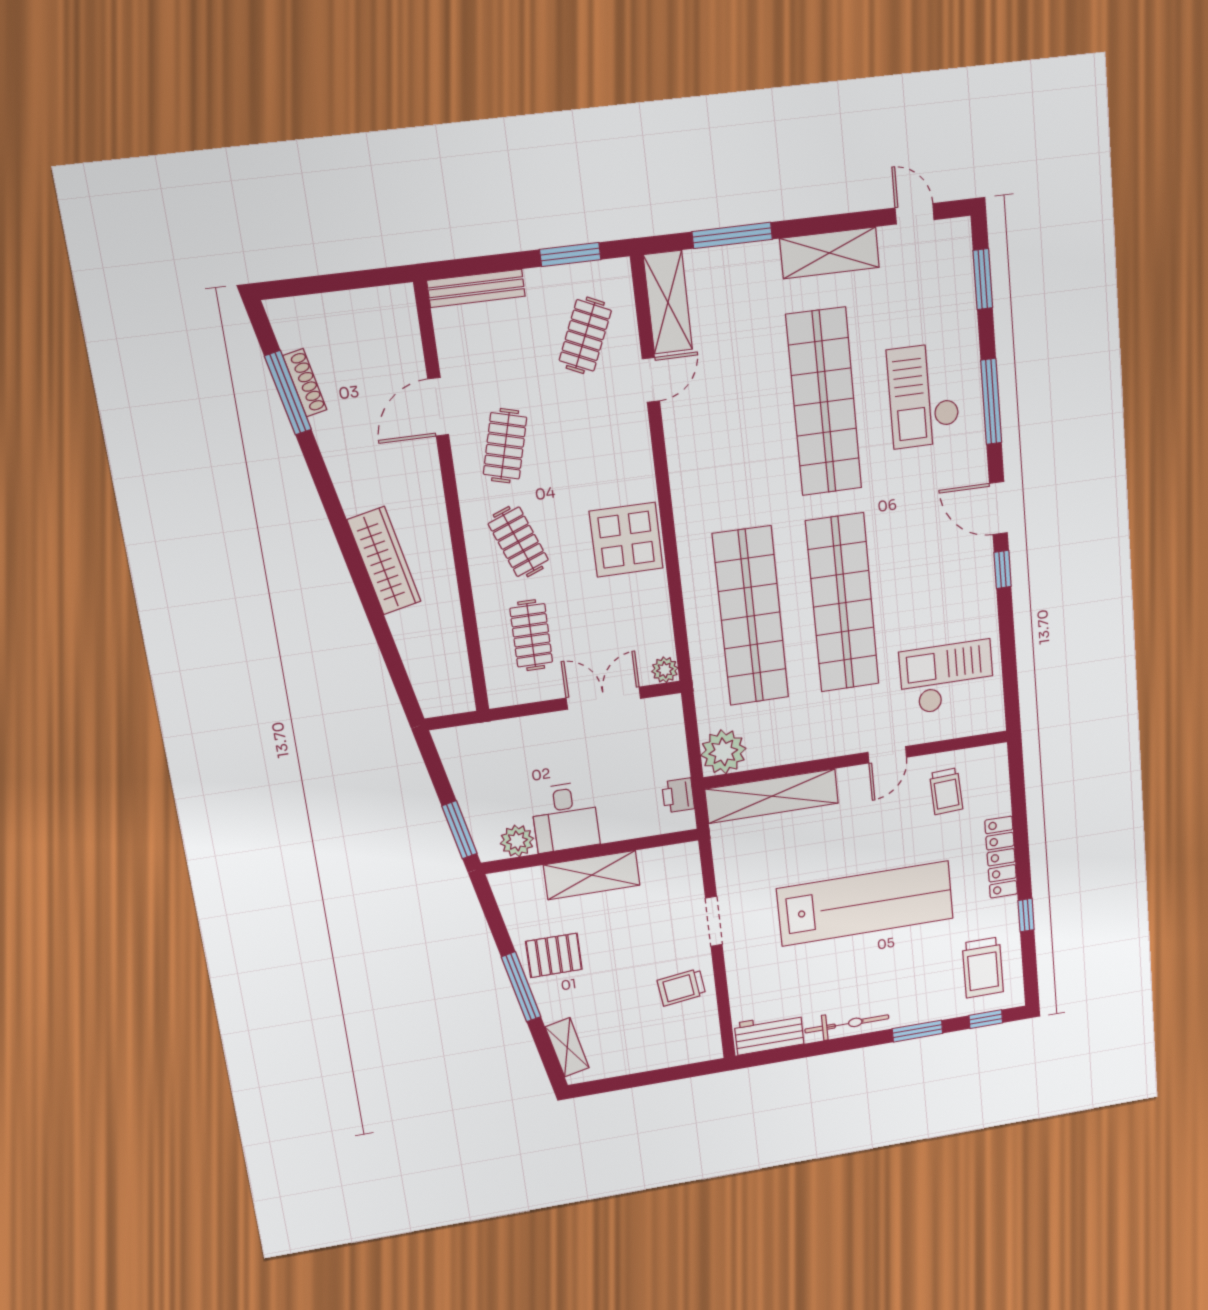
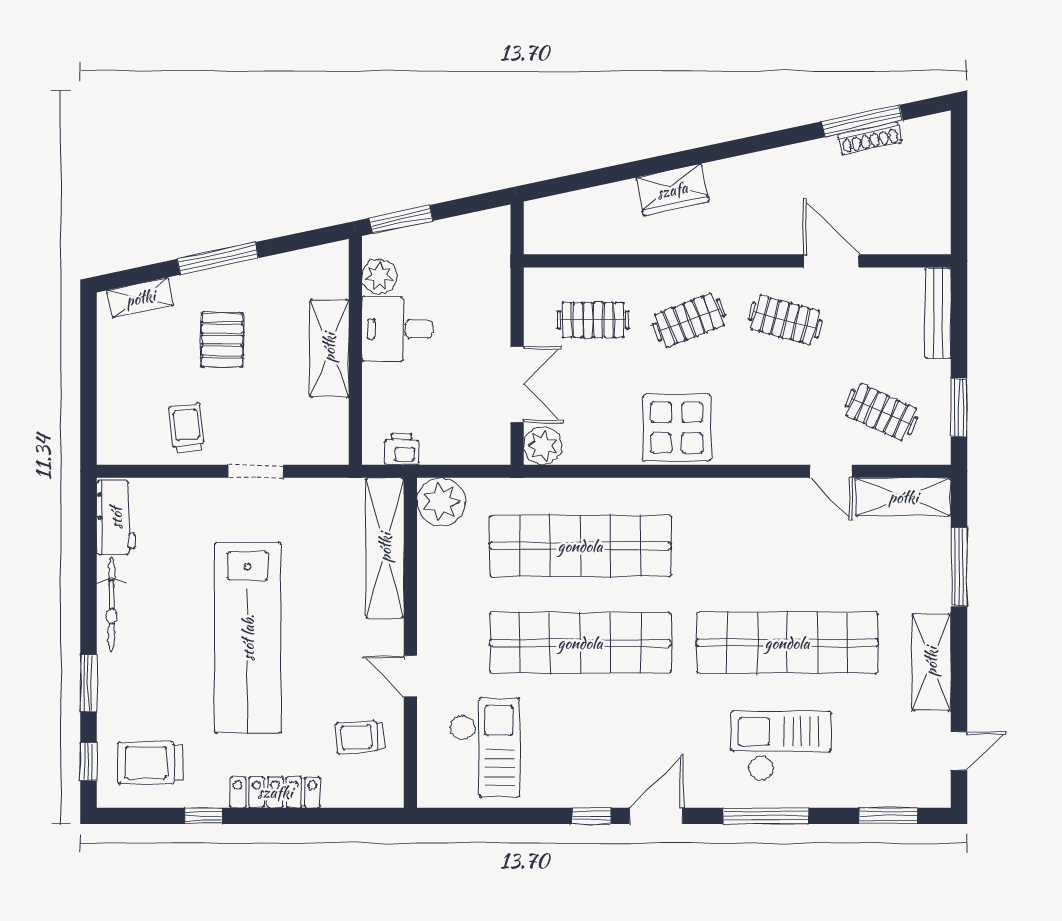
wardrobe: (384, 561) -> (672, 190), width x0.67
plant: (665, 670) -> (543, 446), width x1.38, depth x1.38
pallet: (554, 955) -> (222, 340), moved

